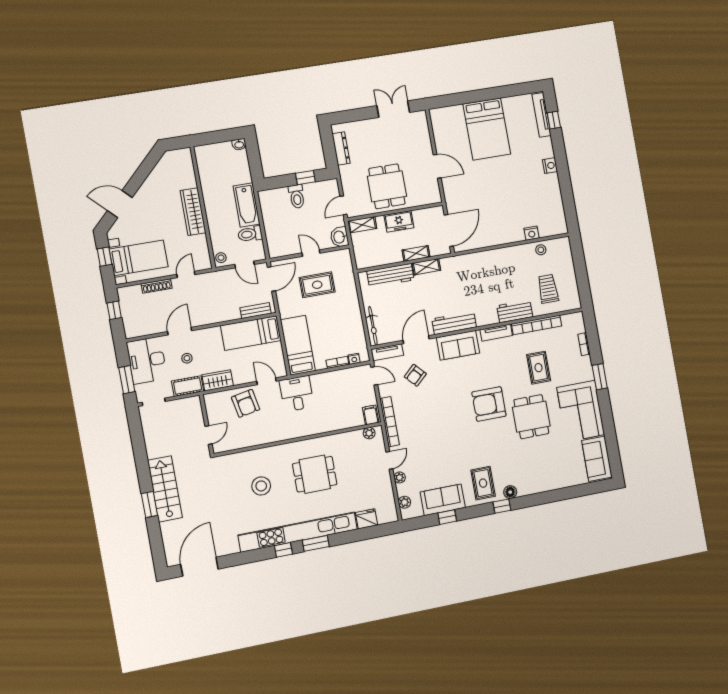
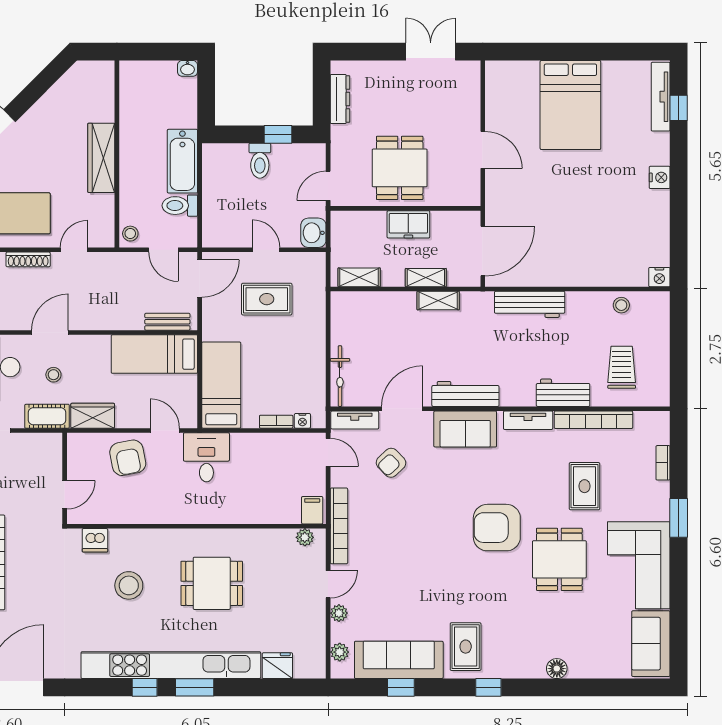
shelving: (362, 225) -> (359, 277), moved
nightstand: (532, 233) -> (659, 277), moved
workbench: (390, 275) -> (530, 304), moved
dishwasher: (234, 461) -> (95, 540), added
floor lamp: (510, 492) -> (557, 669), moved
sofa: (443, 500) -> (399, 660), width x1.36

